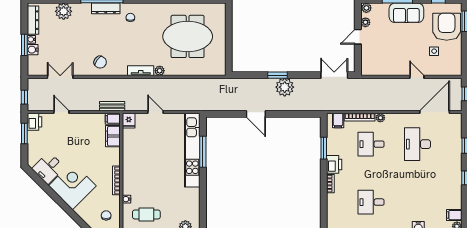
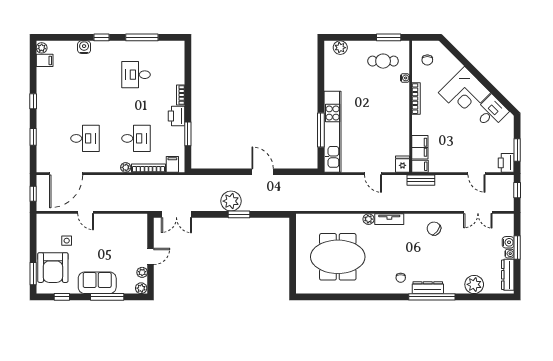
desk: (417, 144) -> (85, 138), width x0.73
desk: (371, 202) -> (136, 75), turned 180

